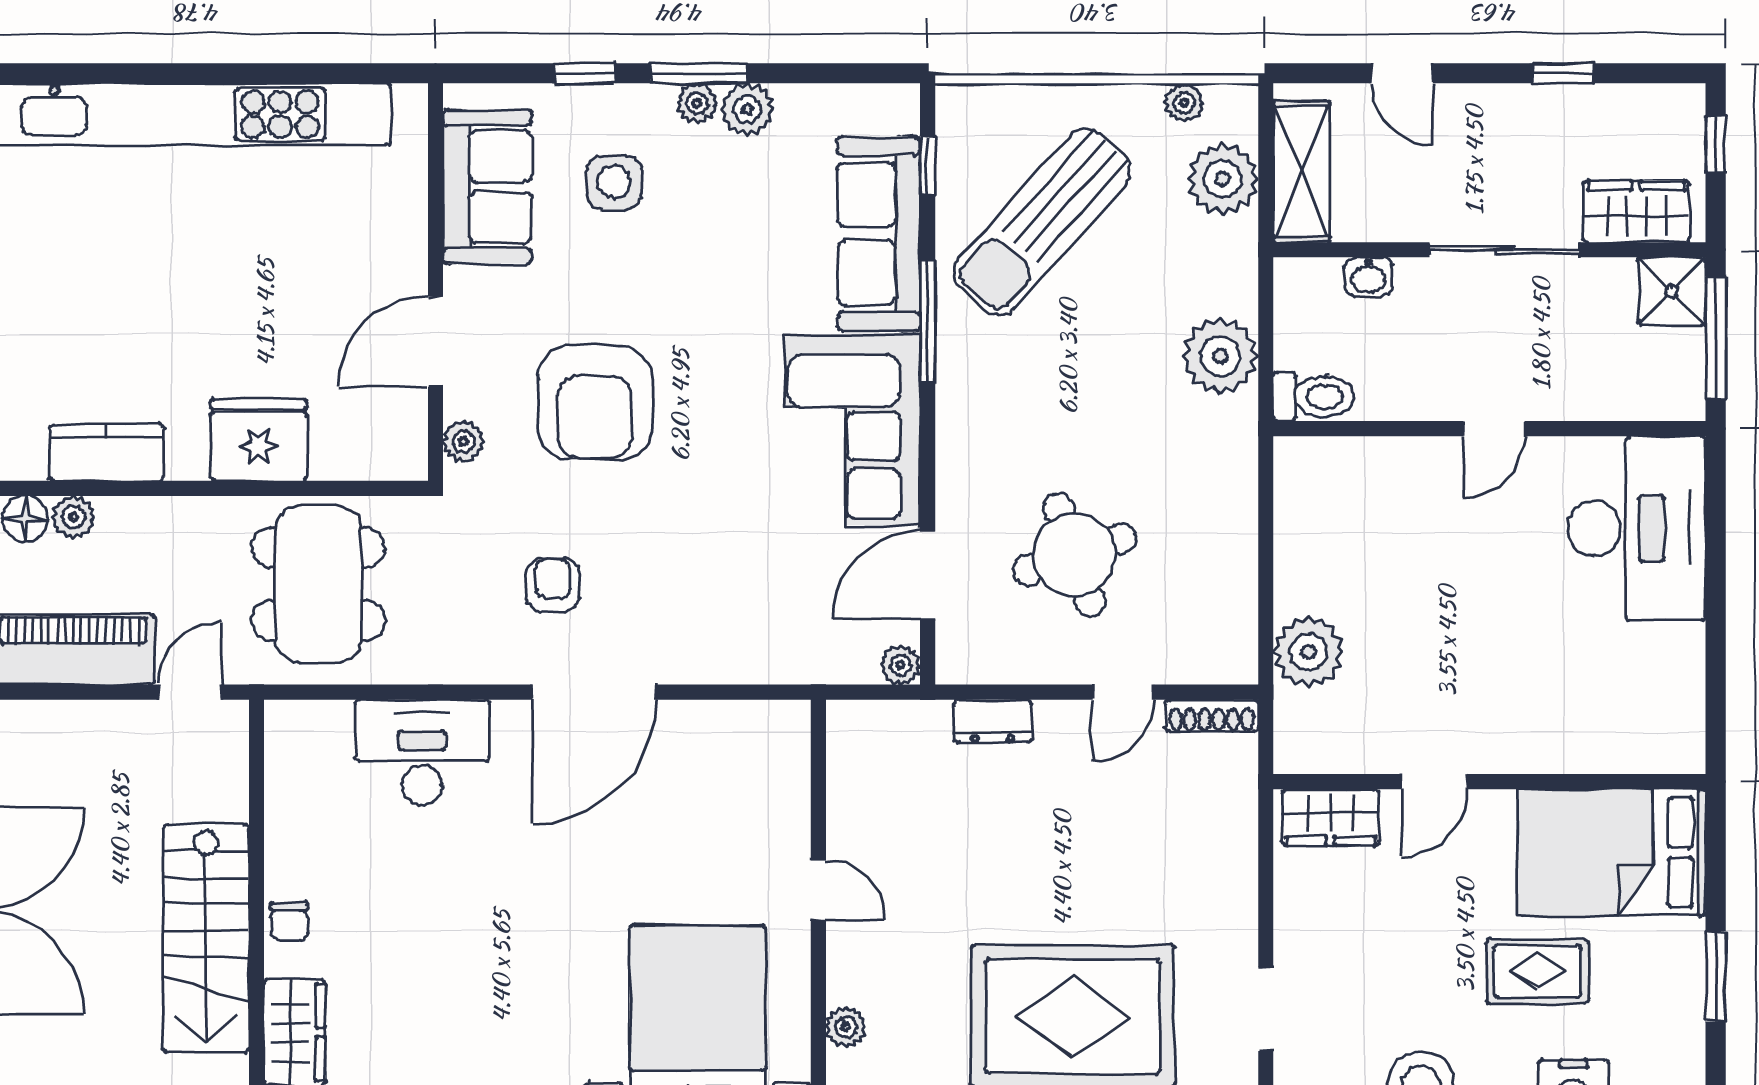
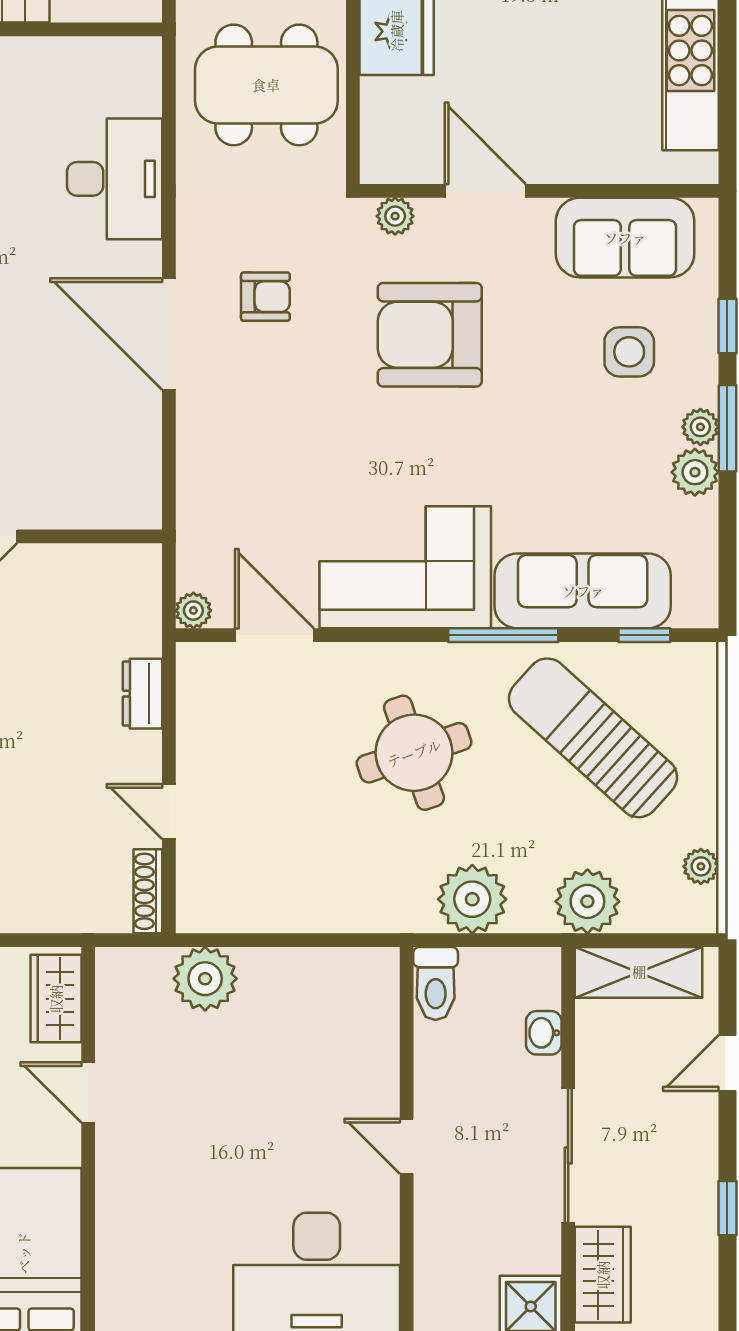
plant: (1223, 179) -> (587, 901), moved
round table: (1074, 555) -> (414, 753), moved

